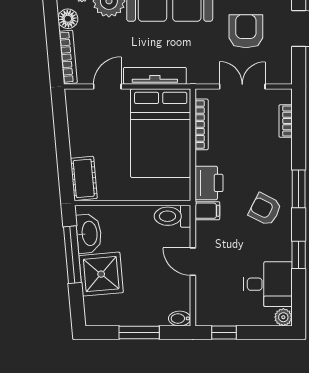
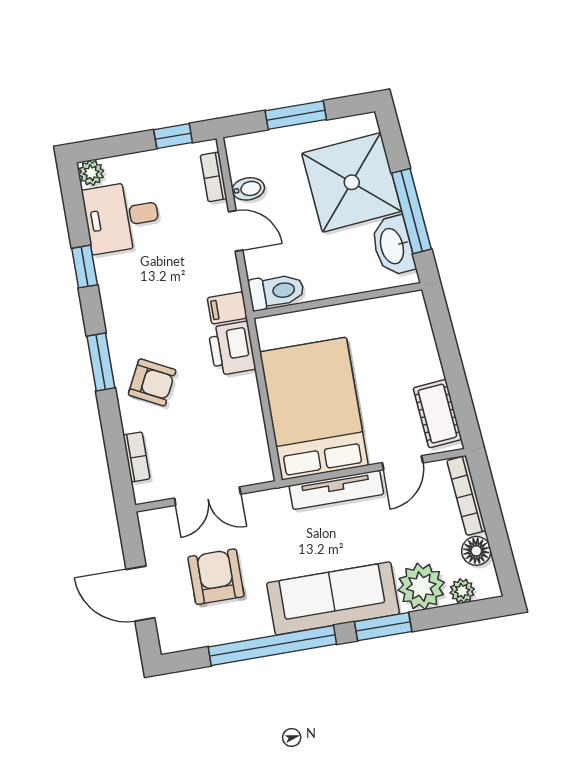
armchair: (246, 31) -> (216, 577), turned 180
bookcase: (202, 124) -> (214, 177), moved, width x0.64
cot: (84, 178) -> (437, 414), moved
armchair: (265, 209) -> (152, 382), moved
shower: (101, 274) -> (352, 182), width x1.37, depth x1.37
bidet: (180, 318) -> (248, 189), moved

